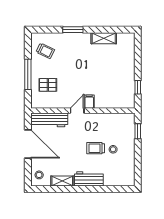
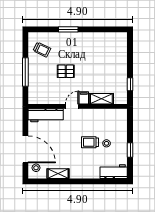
shelving: (104, 38) -> (101, 99), moved
pallet: (48, 85) -> (66, 71), moved
window: (138, 131) -> (130, 150), moved
door: (28, 144) -> (25, 149), moved
workbench: (89, 179) -> (114, 172), moved

